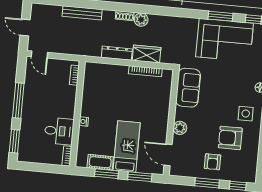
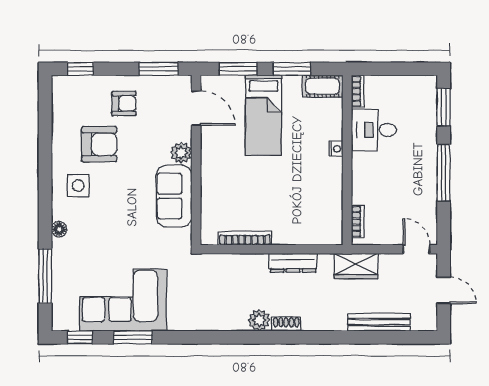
bench: (82, 13) -> (379, 322), moved
wardrobe: (147, 54) -> (356, 266), moved
sofa: (188, 88) -> (174, 196), moved
cot: (100, 162) -> (323, 86), moved
armchair: (213, 162) -> (124, 104), turned 90
window: (207, 183) -> (159, 69), moved

